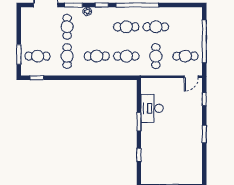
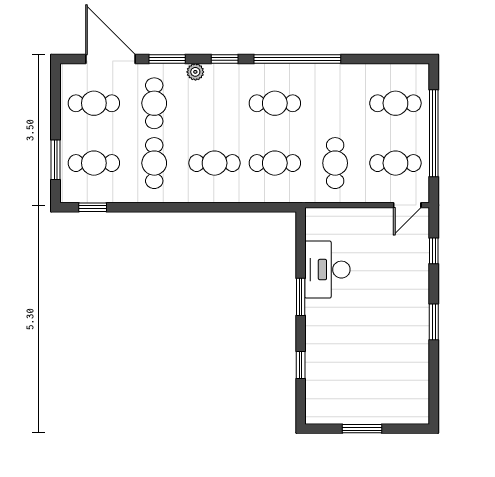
cafe table: (38, 27) -> (94, 103), added
cafe table: (156, 27) -> (395, 103), moved

